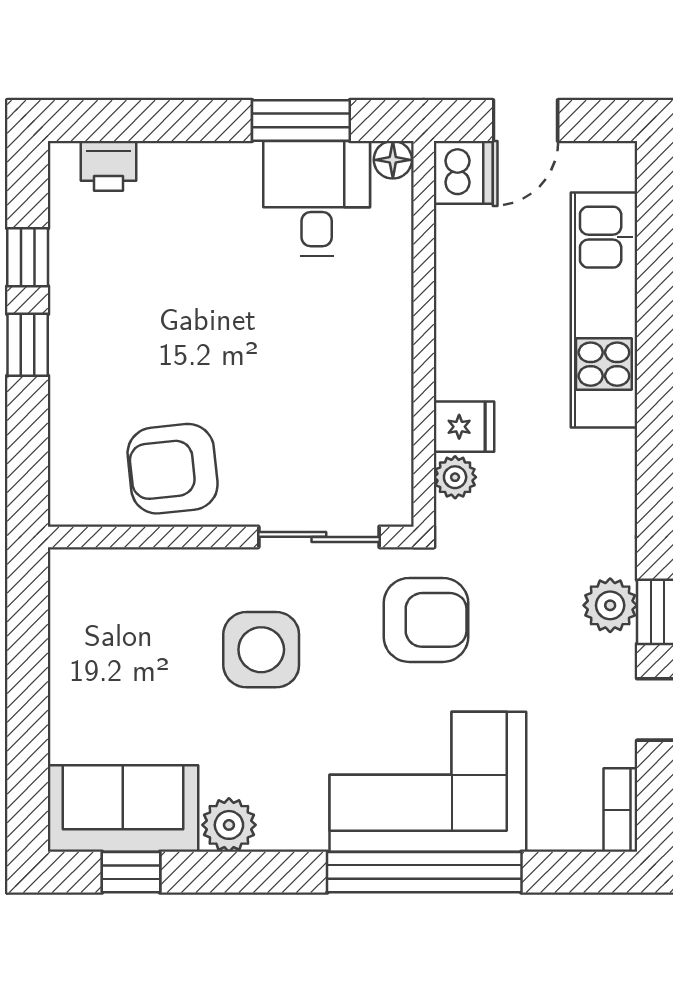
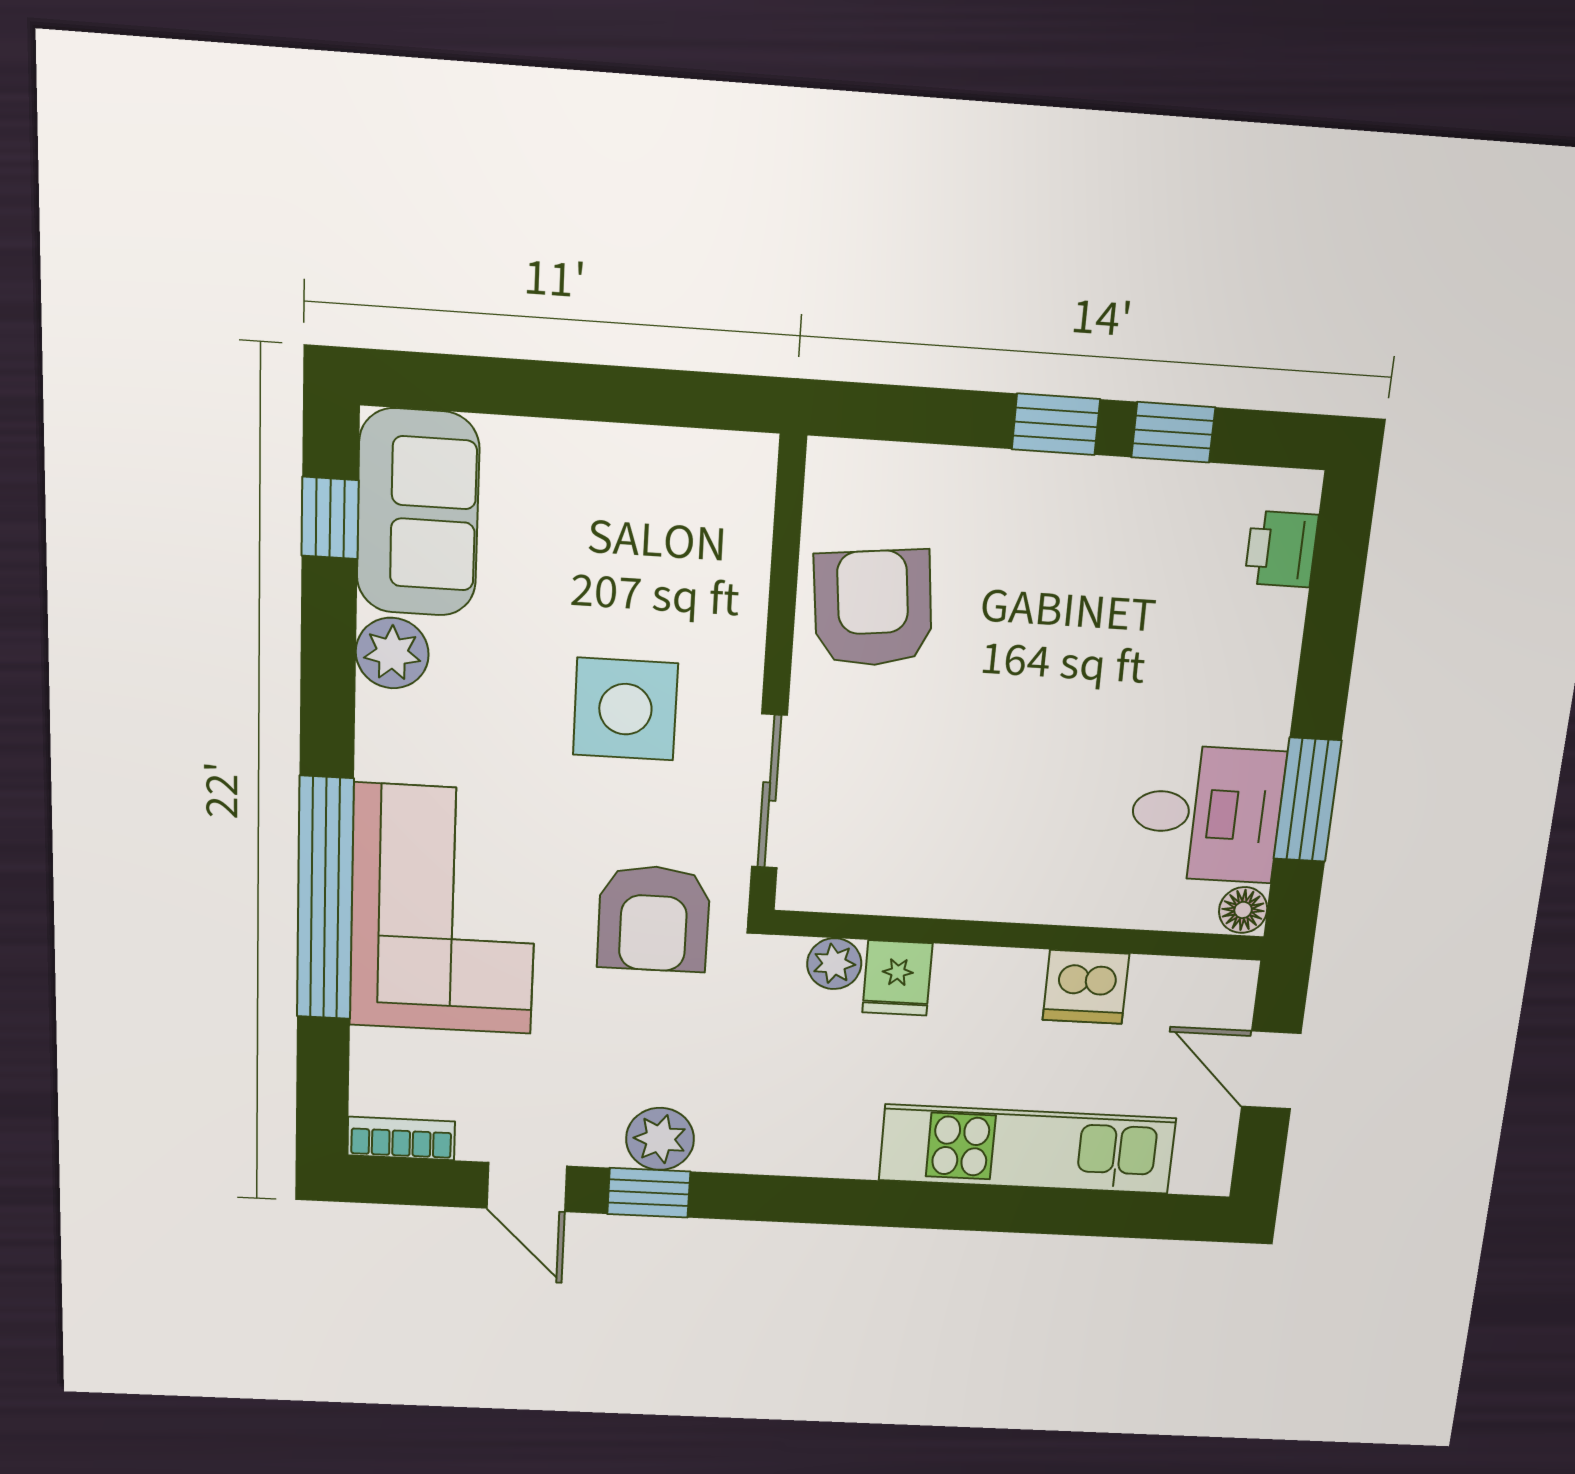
dishwasher: (463, 172) -> (1086, 987), moved

